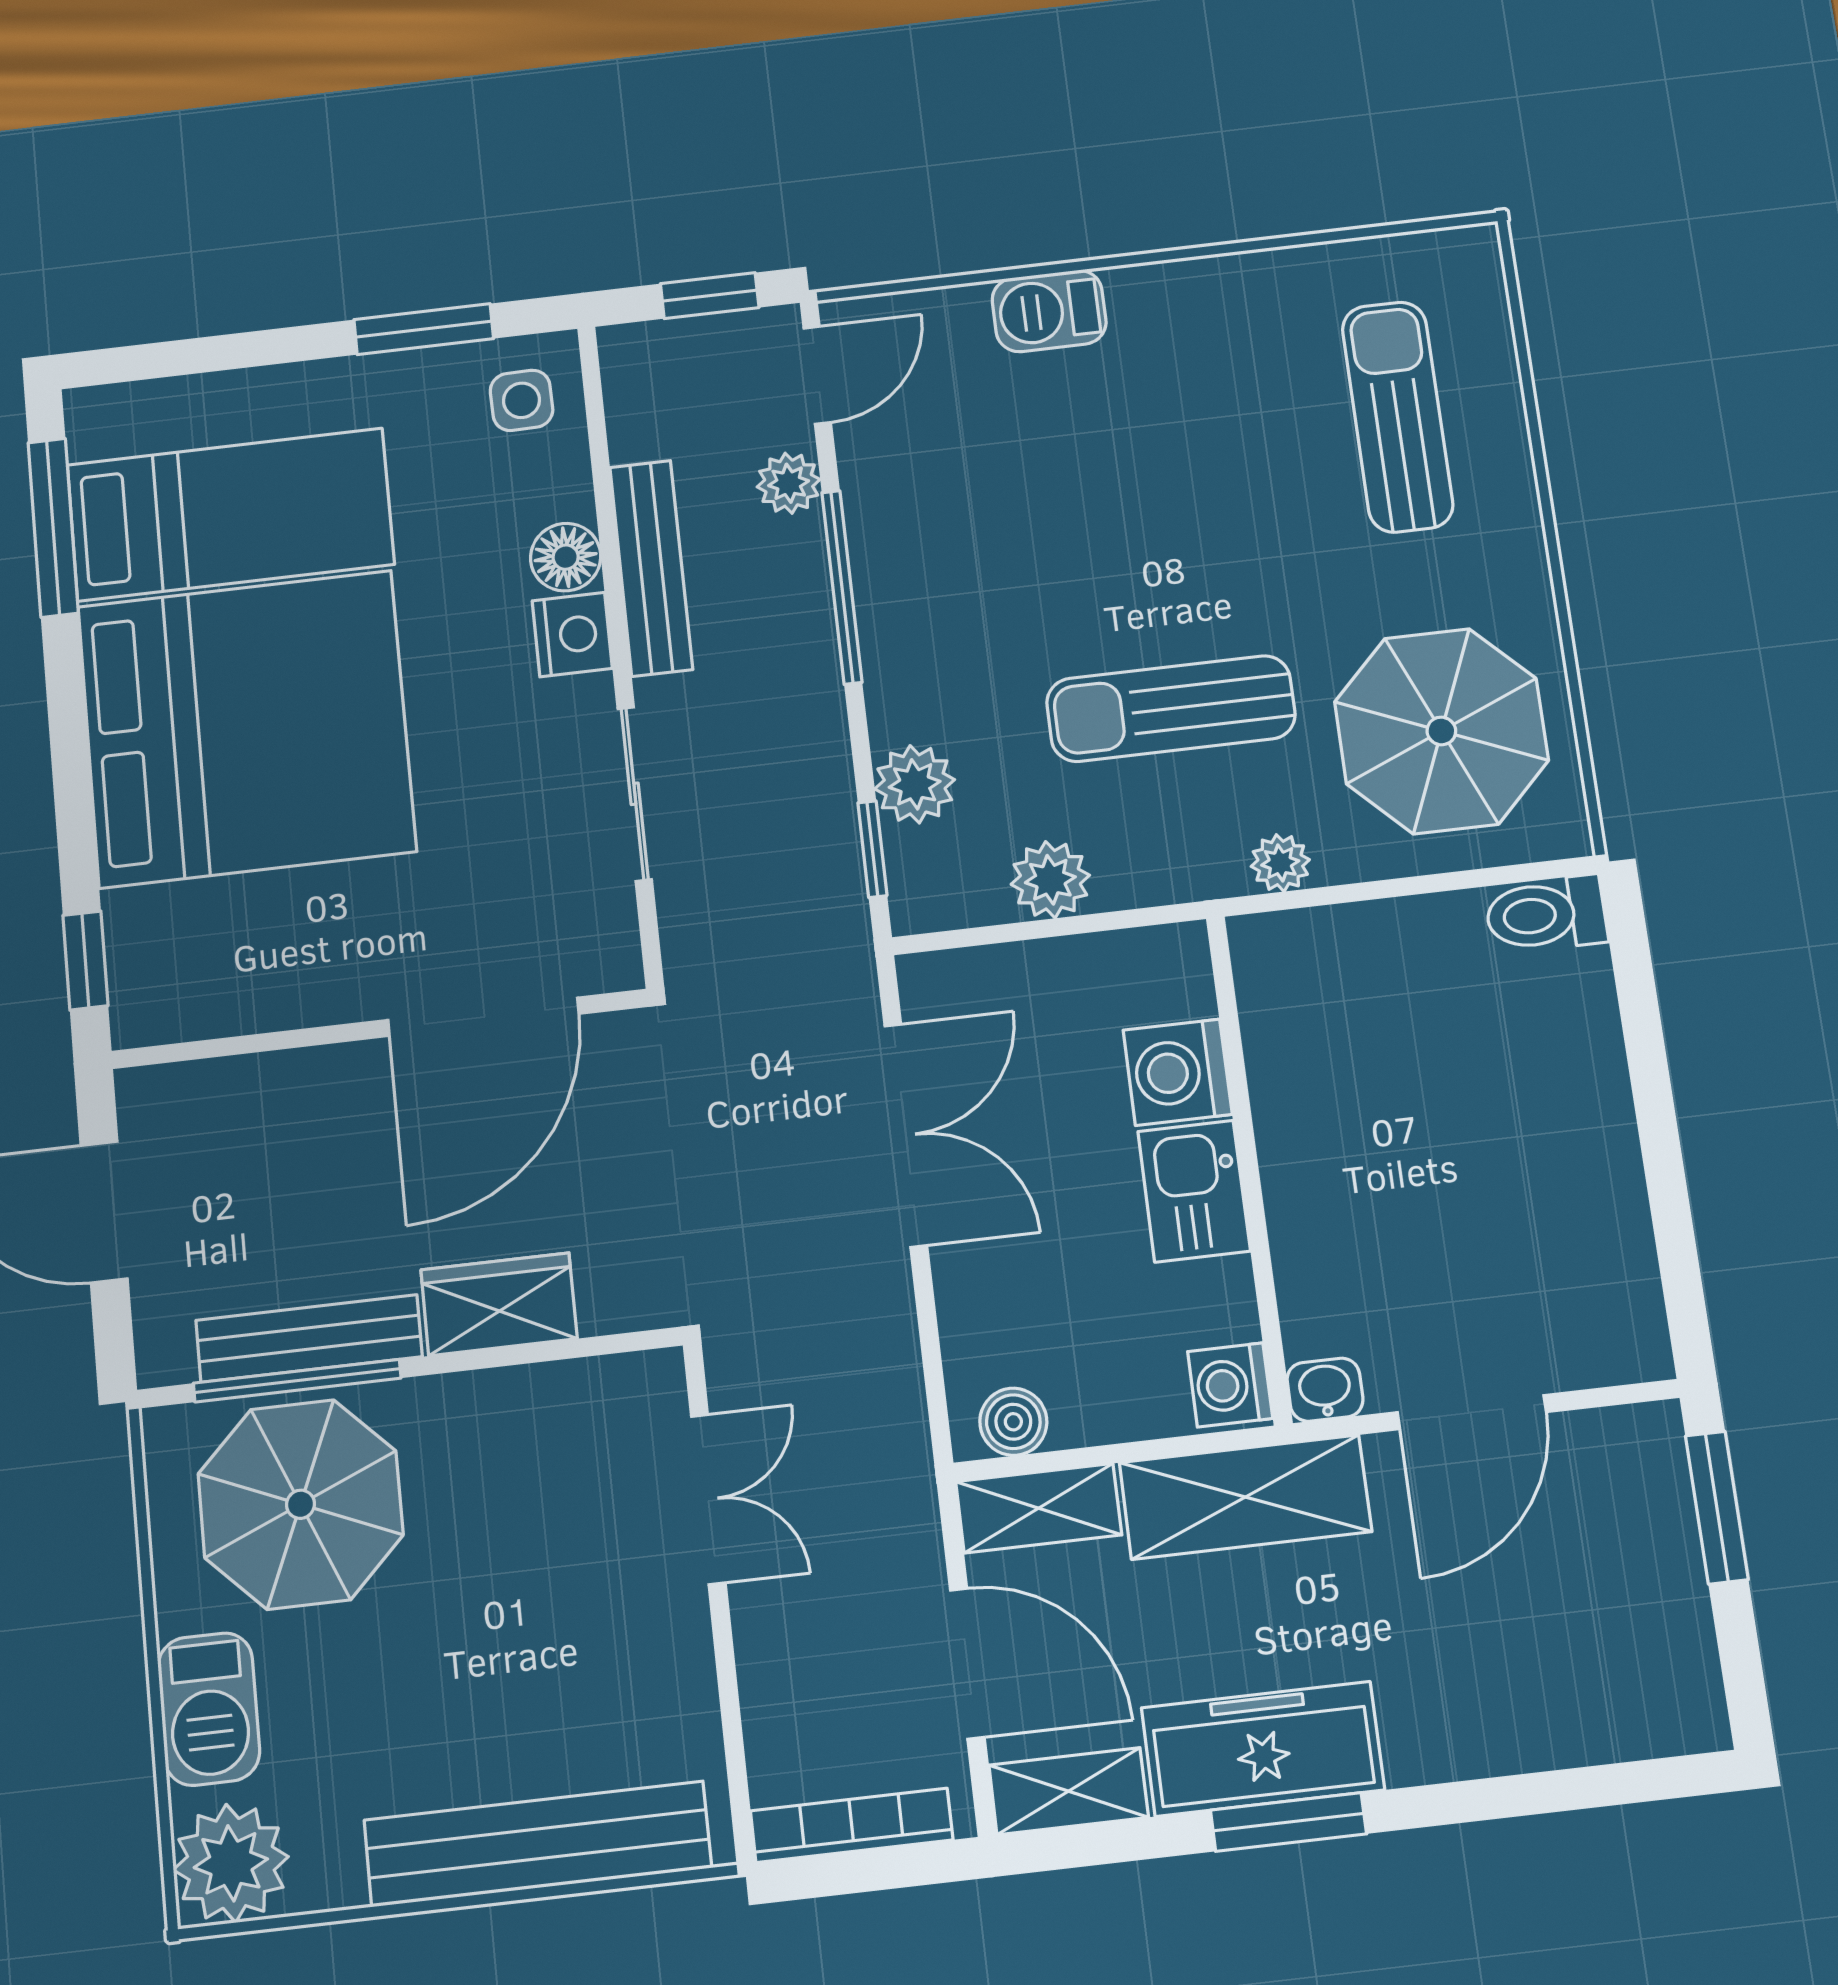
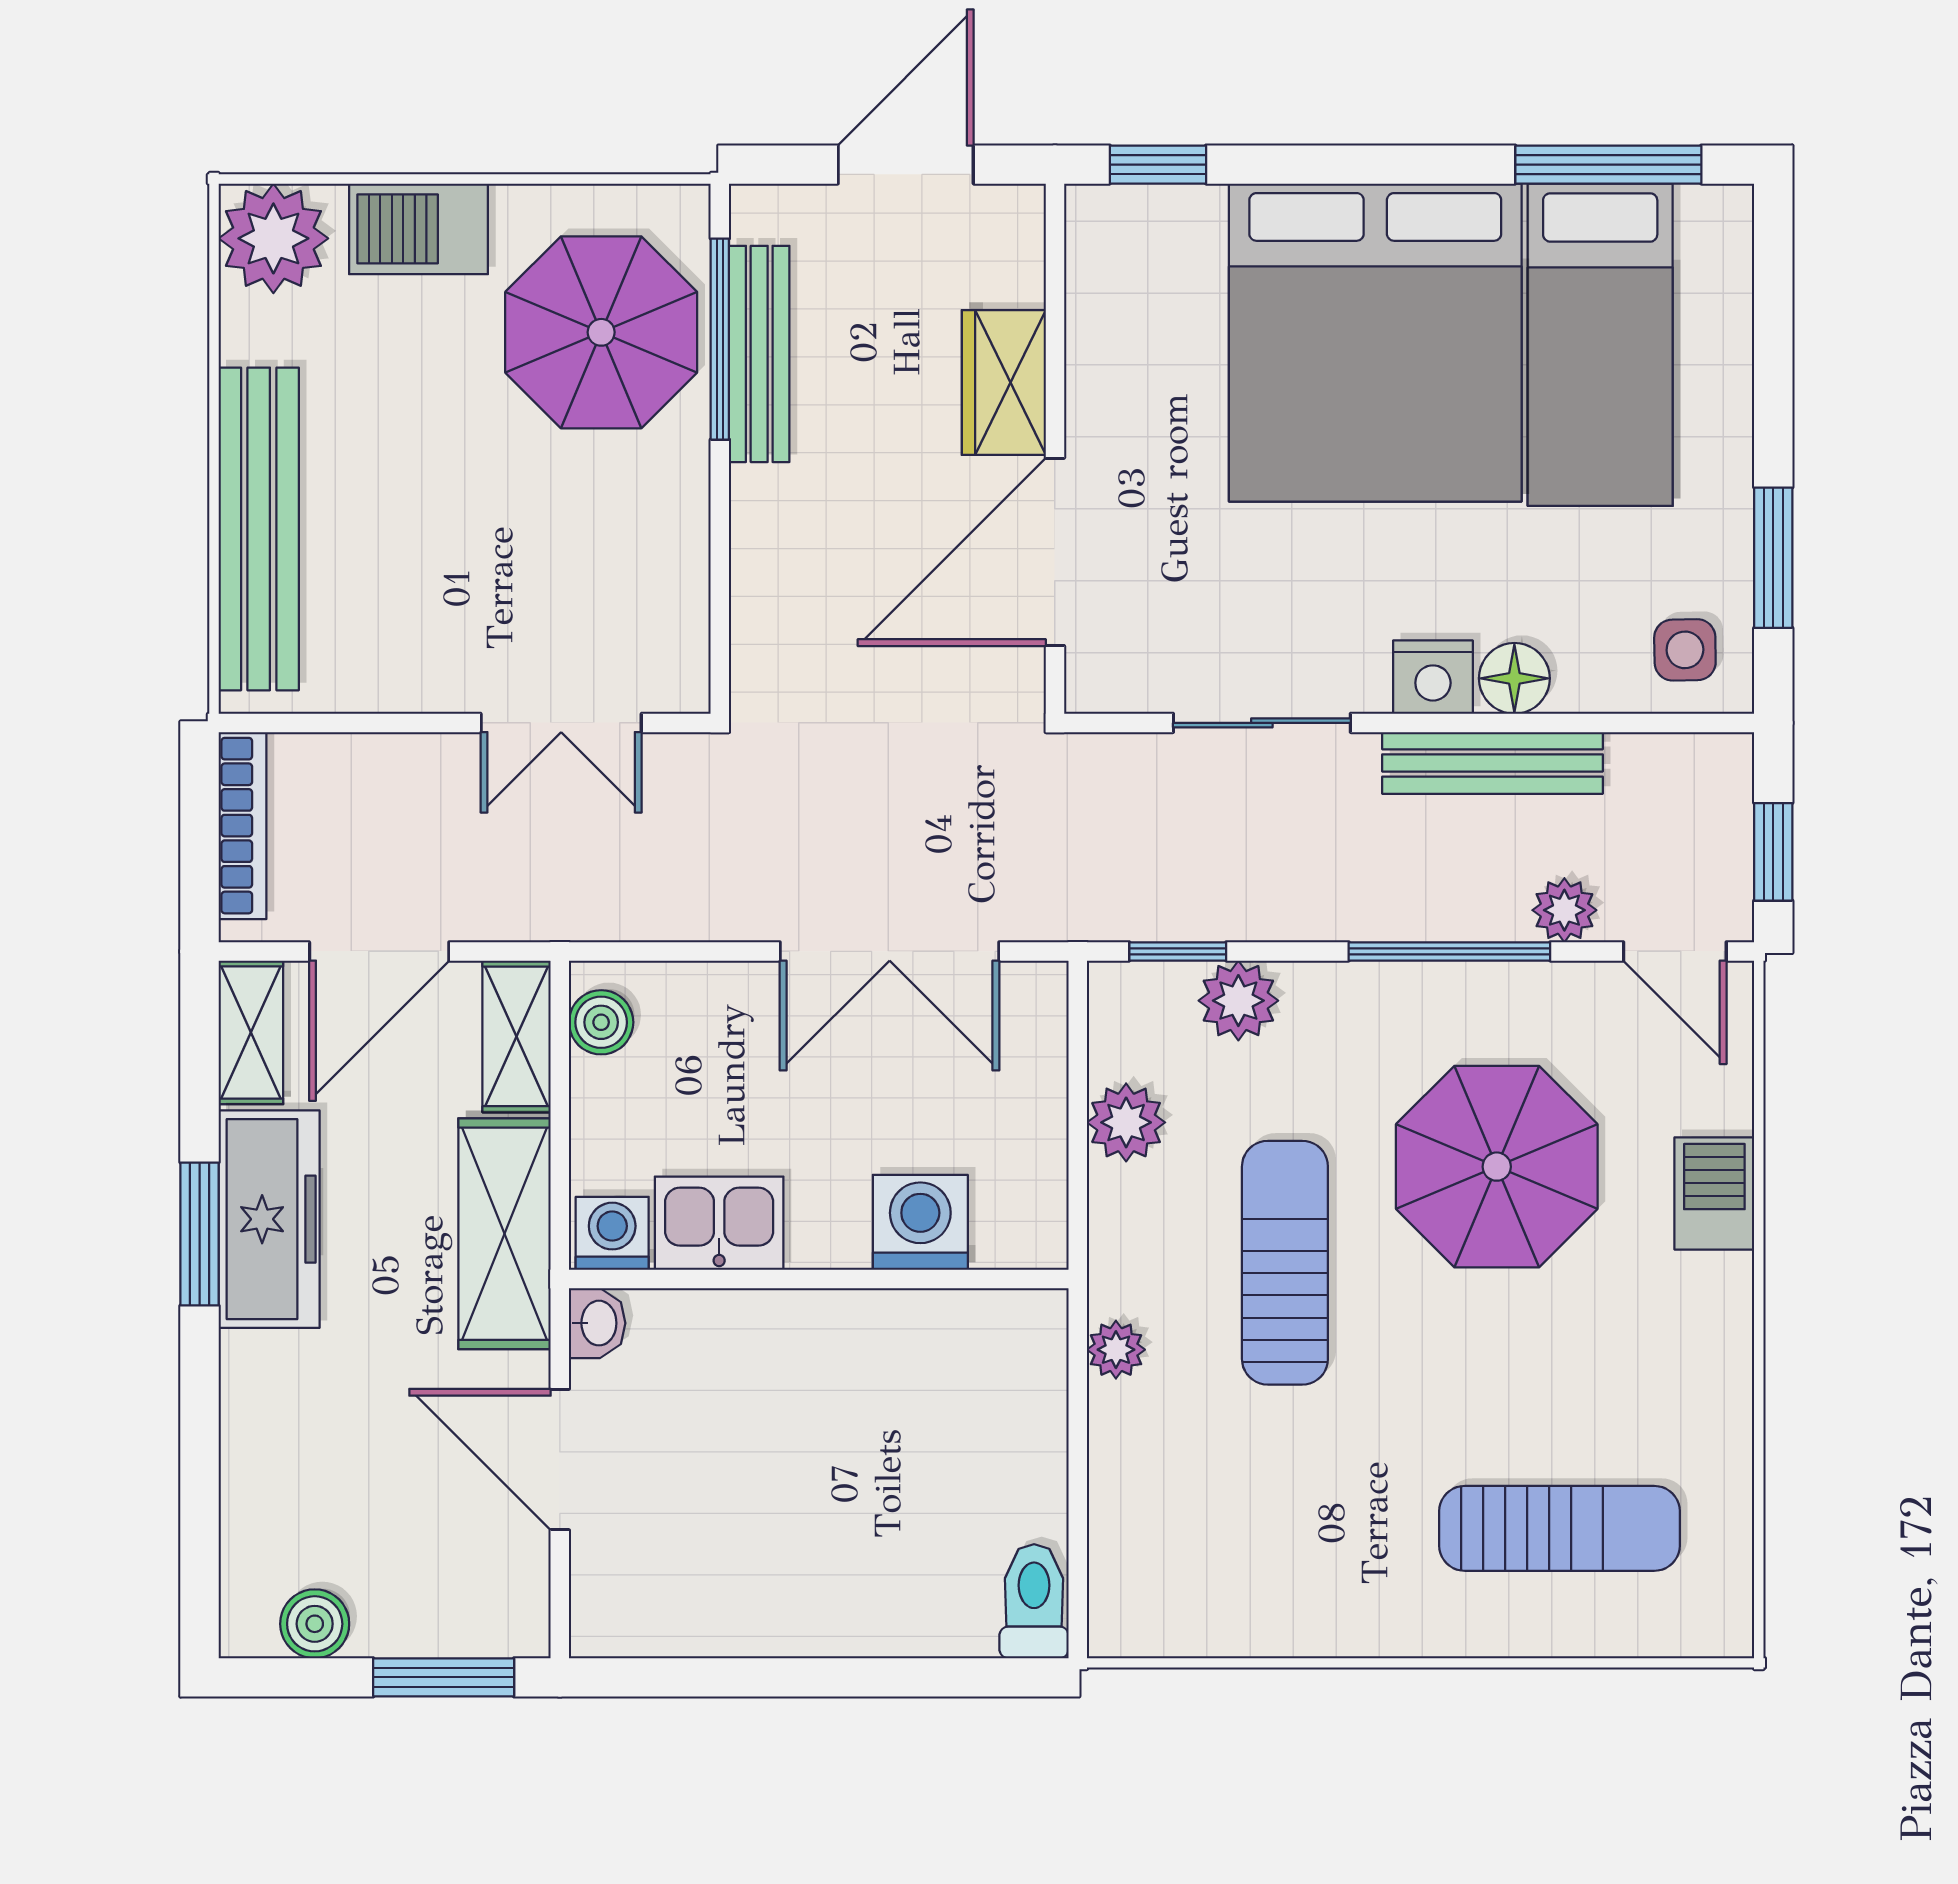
parasol: (1441, 731) -> (1497, 1167), moved
door: (483, 1017) -> (1055, 552), hinge flipped
kitchen sink: (1194, 1191) -> (719, 1223), moved
wardrobe: (499, 1304) -> (1004, 383), moved, turned 180
boiler: (1682, 1651) -> (315, 1624), added

